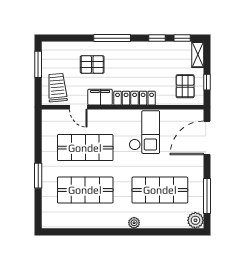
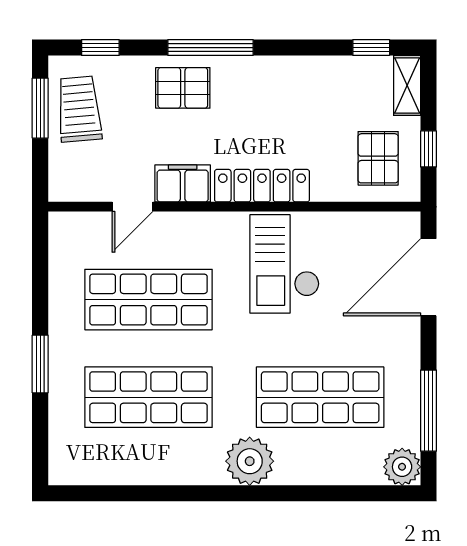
window: (157, 38) -> (100, 48), moved
pallet: (92, 64) -> (183, 88), moved
trolley: (57, 88) -> (79, 109), moved
door: (78, 107) -> (132, 207), hinge flipped
checkout: (144, 132) -> (285, 264), turned 180
plant: (134, 223) -> (250, 461), width x1.88, depth x1.88

